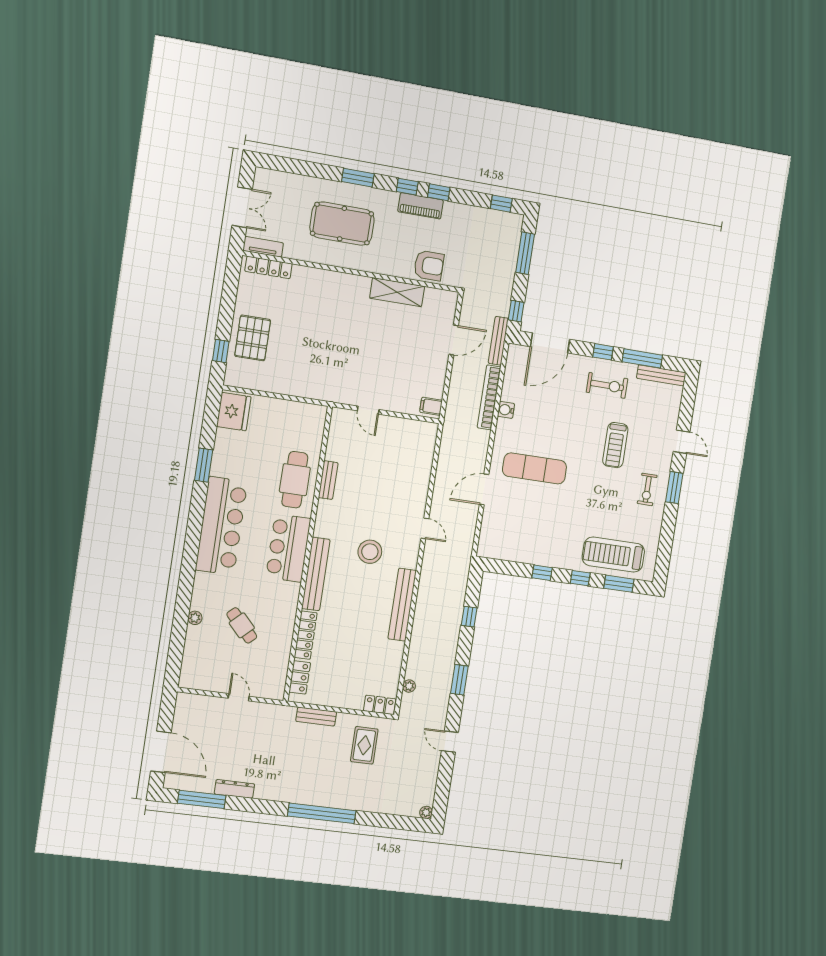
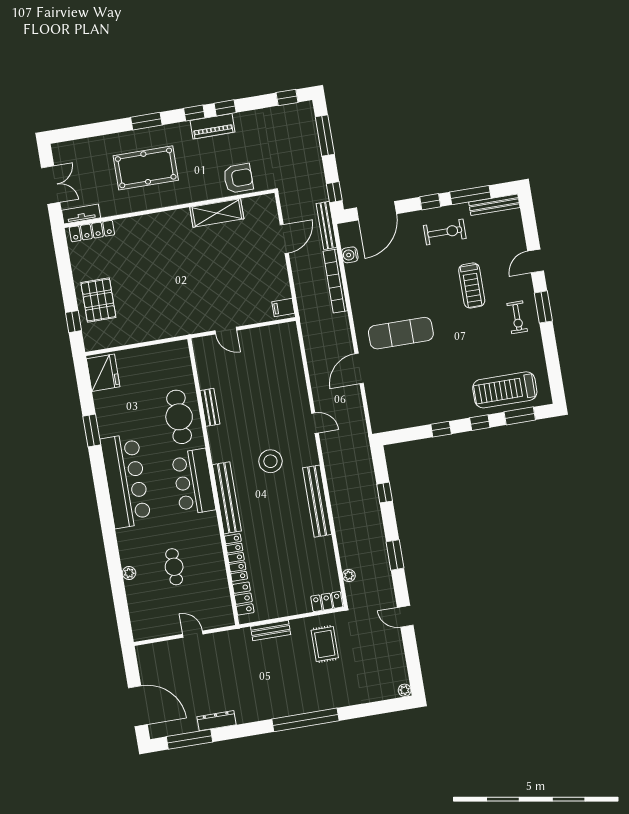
water cooler: (506, 410) -> (350, 255), moved
door: (681, 442) -> (536, 261), swing flipped
cafe table: (242, 625) -> (174, 567), turned 43

